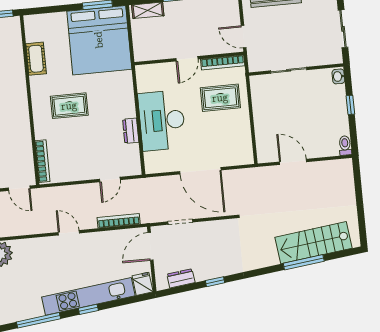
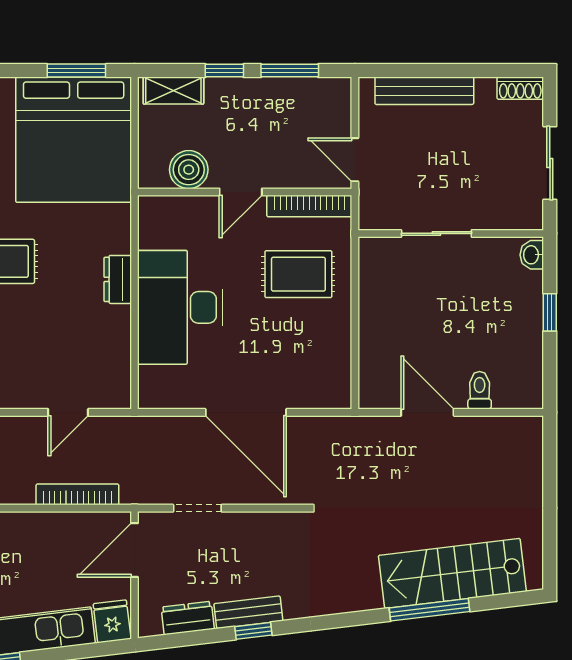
boiler: (159, 50) -> (189, 170), added
dresser: (131, 131) -> (118, 279), moved
toilet: (345, 145) -> (480, 390), moved
bench: (212, 272) -> (248, 612), added

